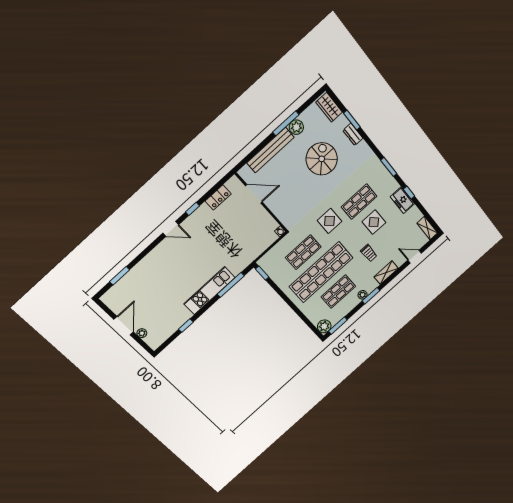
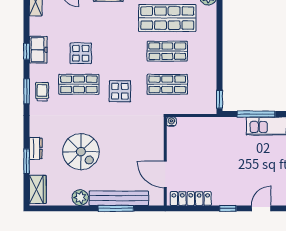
window: (286, 123) -> (116, 208), moved
spiral stairs: (322, 159) -> (81, 152), turned -90
locker: (218, 197) -> (191, 199), width x1.53
door: (171, 229) -> (261, 208), hinge flipped
trolley: (369, 253) -> (42, 92), moved
shop shelf: (321, 272) -> (167, 51), width x0.50, depth x0.74
shop shelf: (338, 292) -> (167, 18), width x1.43, depth x1.36

